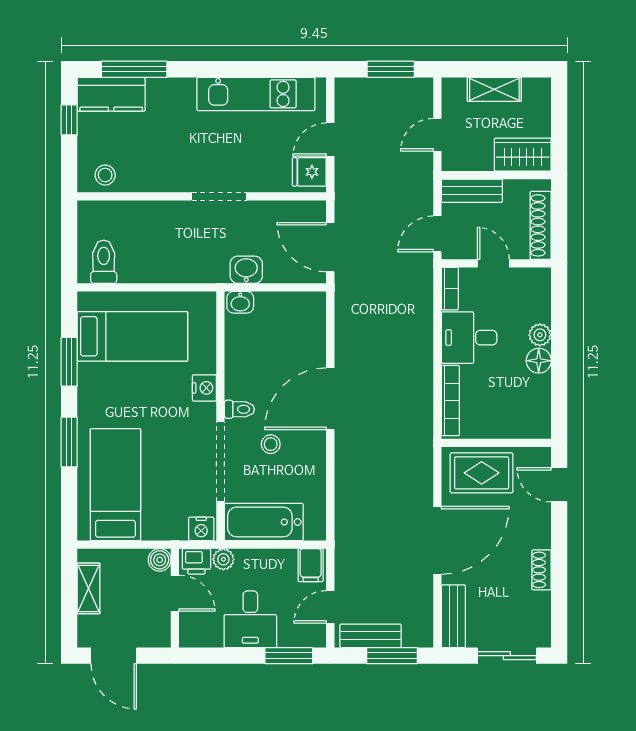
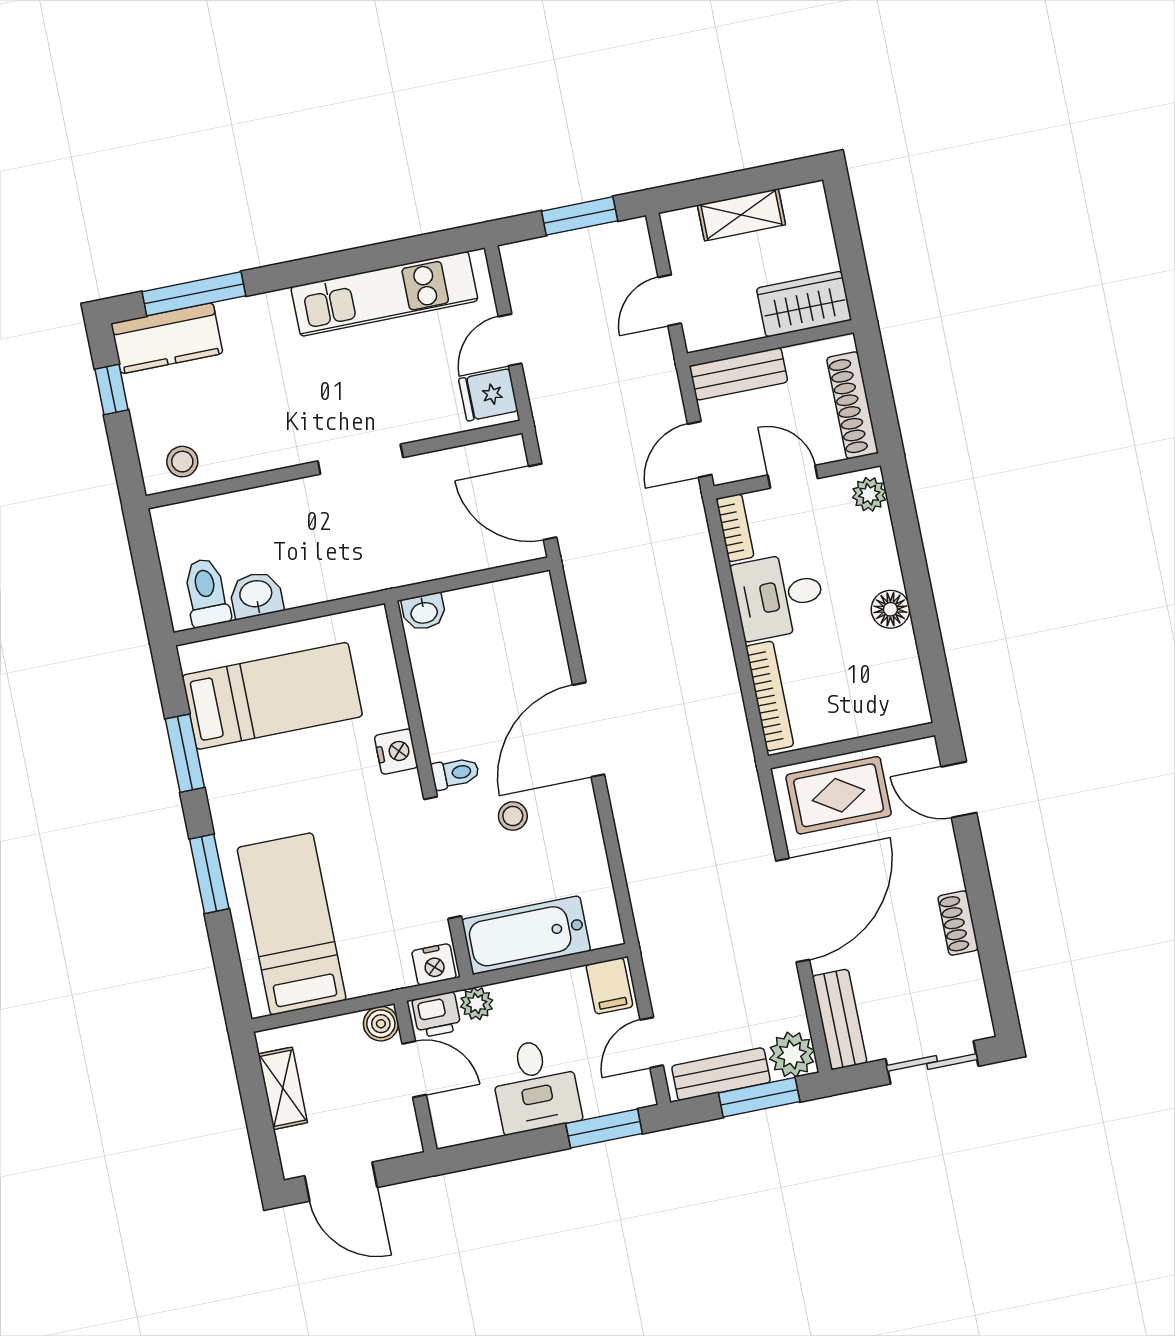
washbasin: (246, 270) -> (256, 595), moved
plant: (540, 335) -> (869, 494), moved
plant: (418, 633) -> (792, 1055), added

